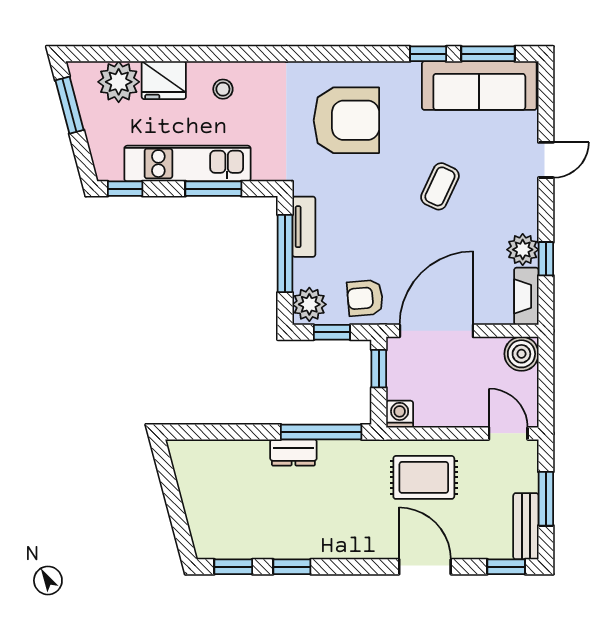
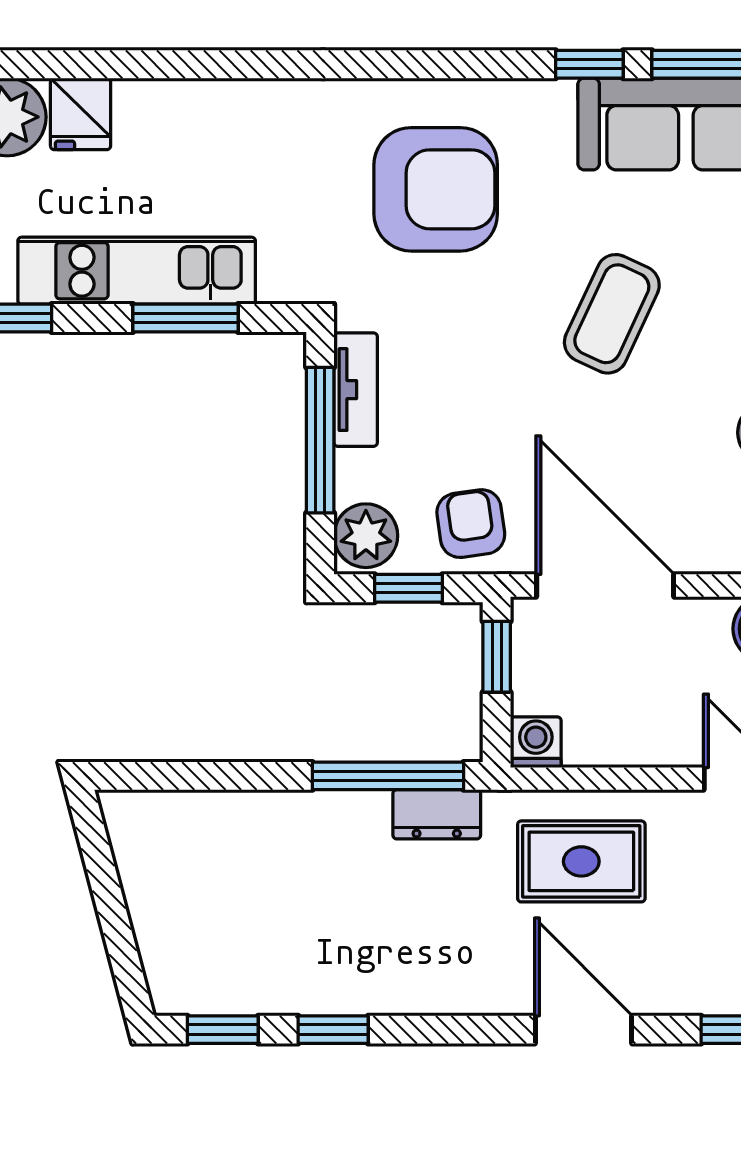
fridge: (164, 80) -> (81, 114), width x0.72
stool: (223, 89) -> (203, 131), removed
coffee table: (440, 186) -> (612, 314), width x1.36, depth x1.30
armchair: (365, 298) -> (471, 524), turned 87
door: (436, 331) -> (605, 586), hinge flipped
dresser: (293, 452) -> (437, 814), moved

